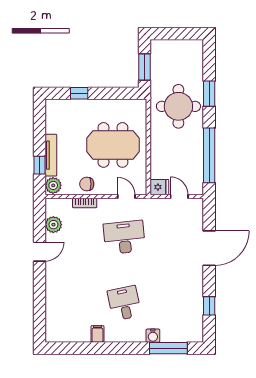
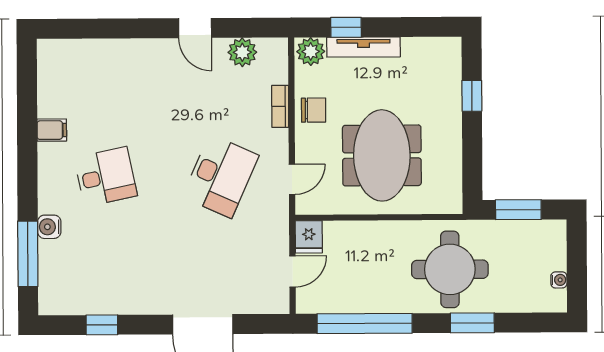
water cooler: (185, 44) -> (559, 280), added
chair: (87, 184) -> (314, 110), turned 90
desk: (124, 237) -> (221, 176), turned 30

